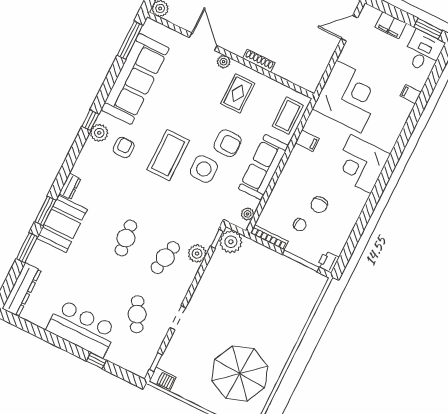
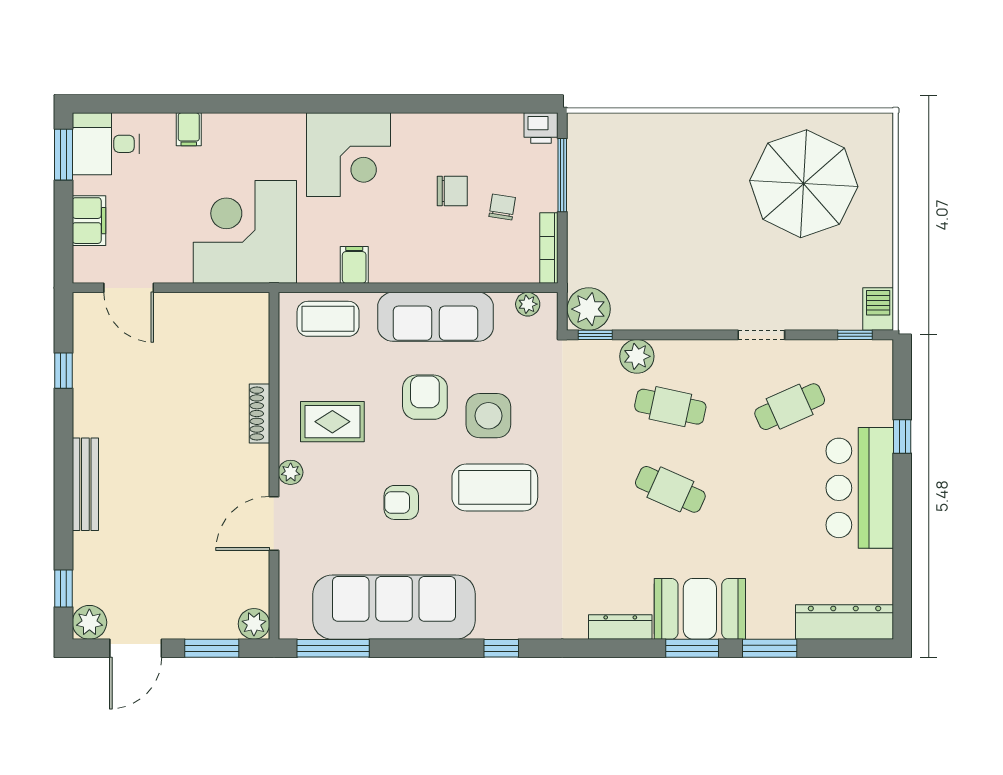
plant: (99, 133) -> (515, 623), removed
armchair: (124, 147) -> (401, 502), moved
dresser: (70, 186) -> (620, 627), width x1.44
cafe table: (126, 238) -> (670, 489), turned 30

